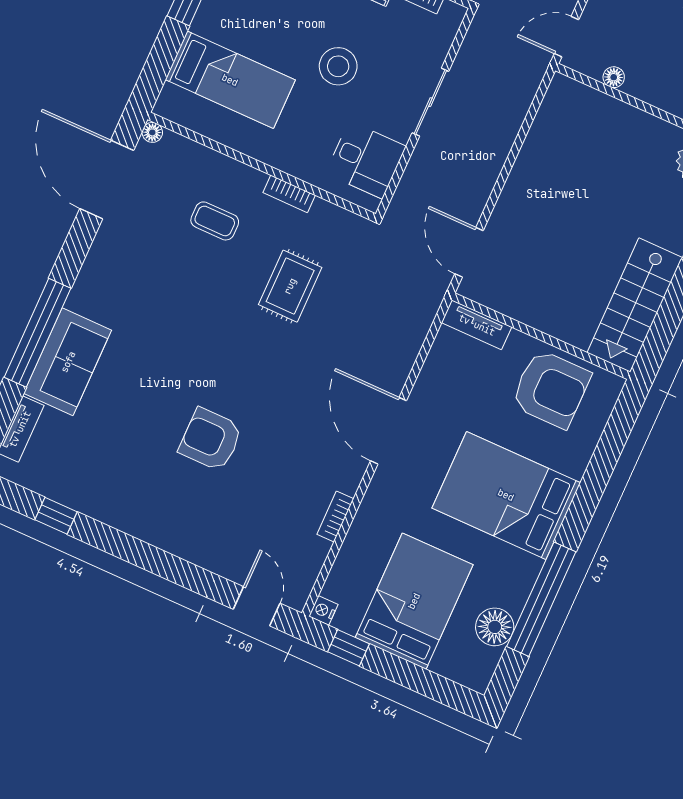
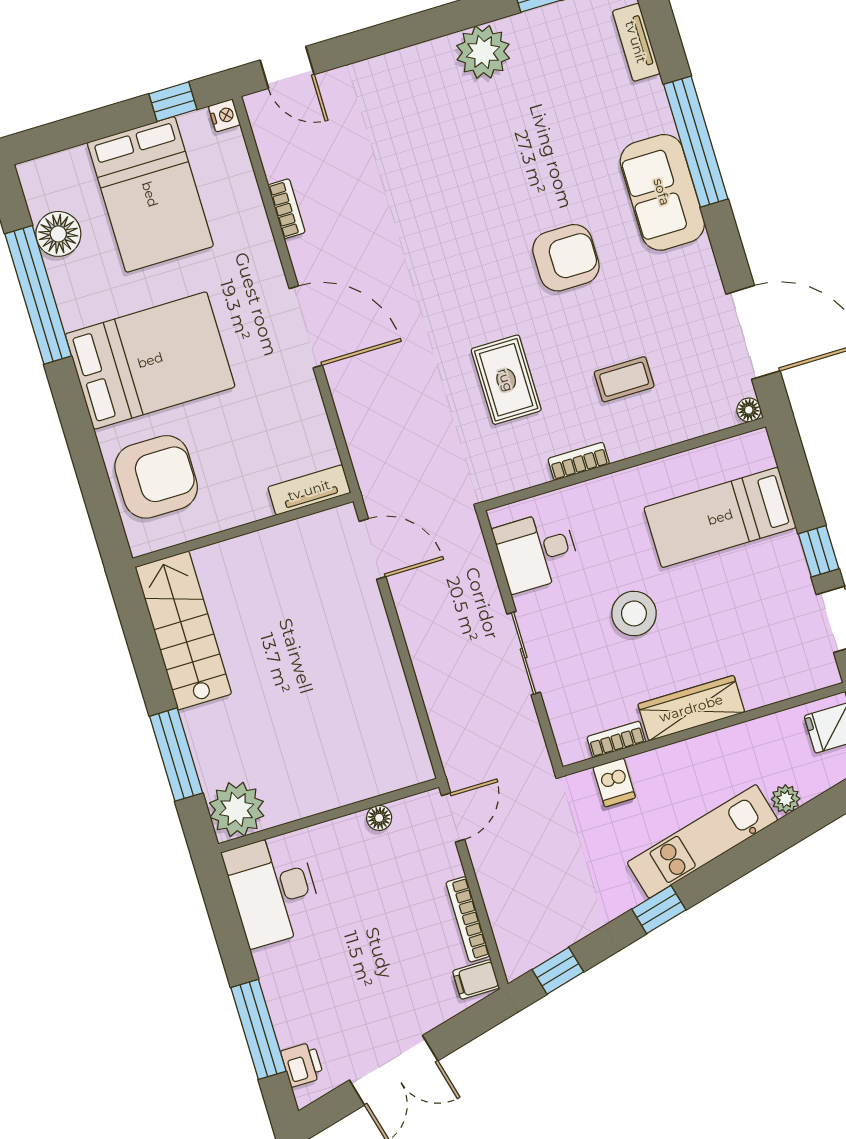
sofa: (68, 362) -> (662, 192), moved
armchair: (551, 389) -> (156, 477), moved, turned 180
armchair: (211, 439) -> (566, 258), moved
plant: (123, 508) -> (483, 52), added

